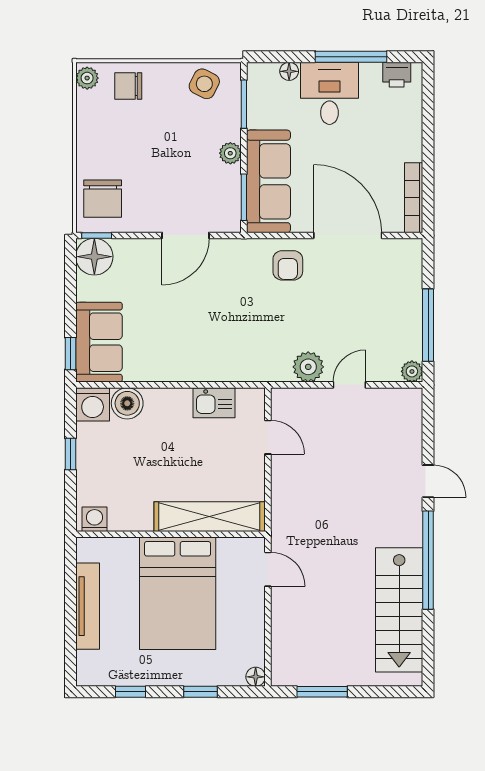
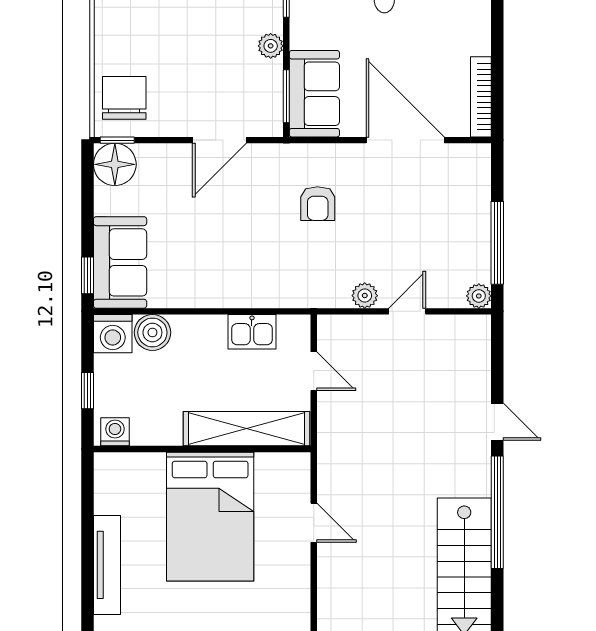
sofa: (268, 181) -> (314, 94), width x0.73
chair: (103, 199) -> (124, 98), turned 180
armchair: (288, 265) -> (318, 204), moved
plant: (308, 367) -> (365, 296), width x0.73, depth x0.73
shelving: (209, 517) -> (247, 429), moved
washing machine: (95, 519) -> (115, 432), moved
wall: (171, 534) -> (202, 449), moved
bed: (178, 593) -> (210, 517), moved

